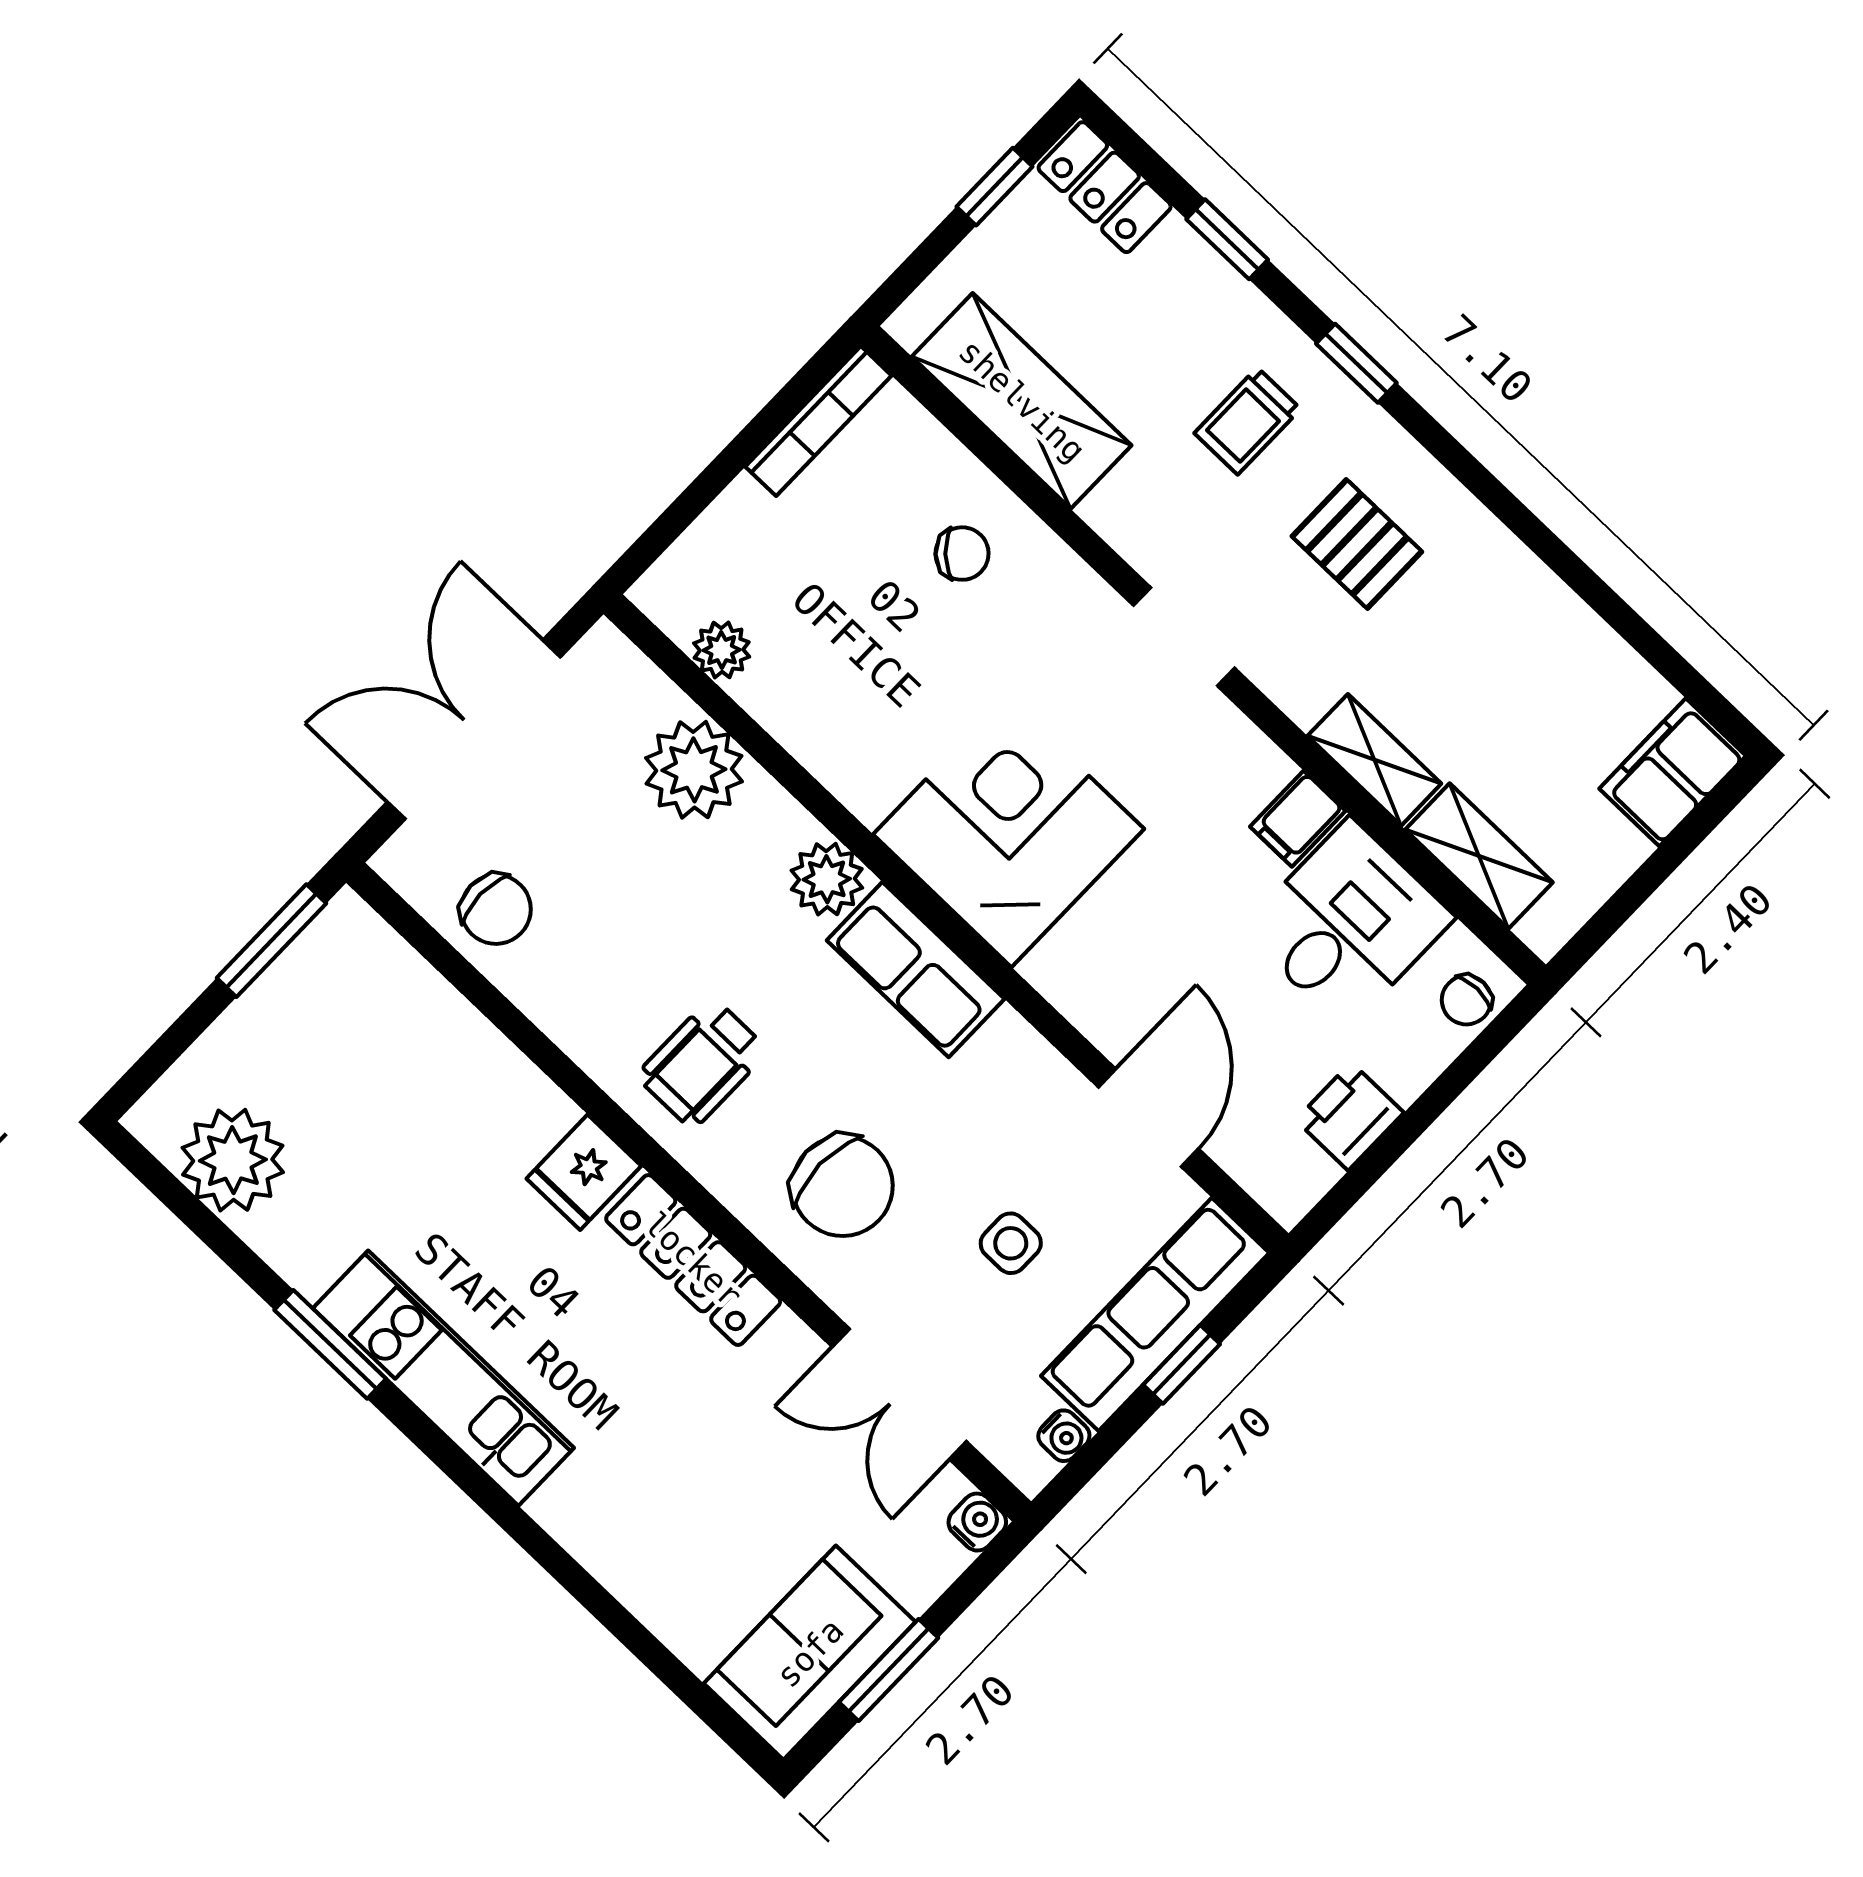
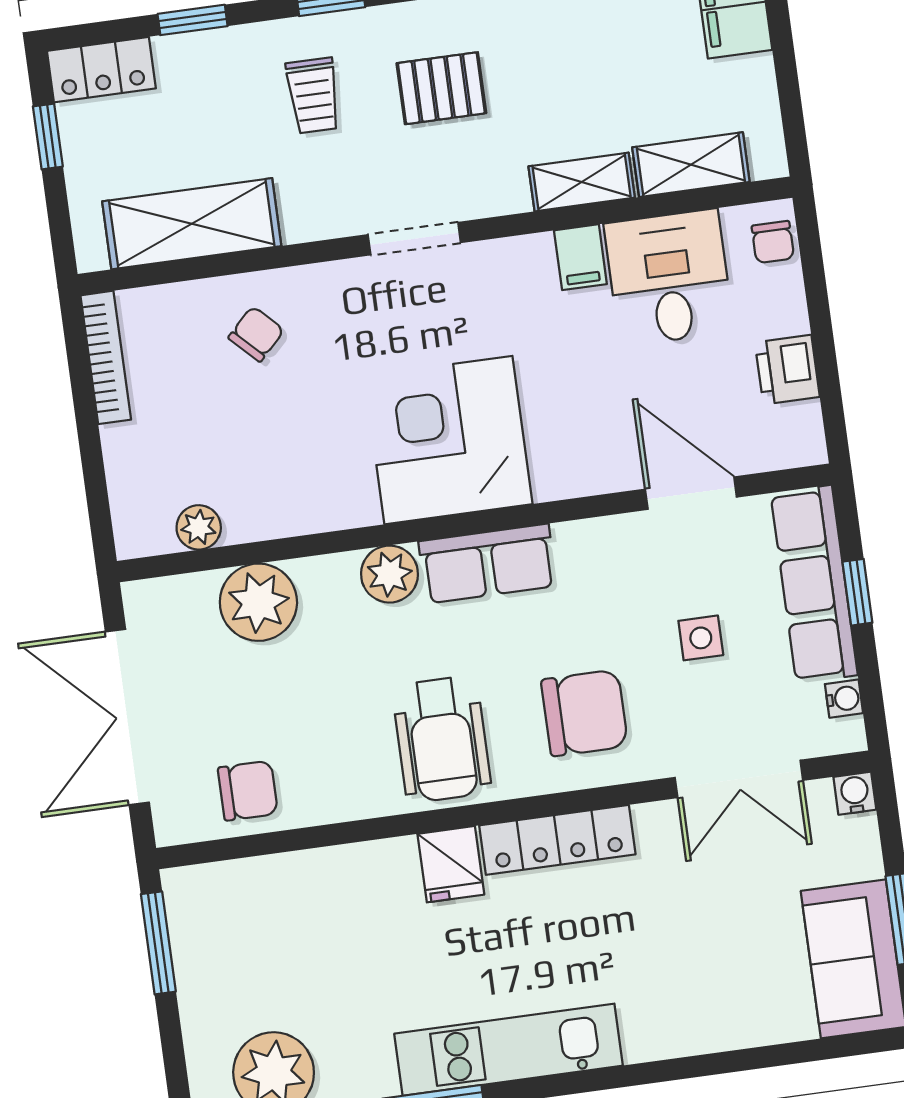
wheelchair: (702, 1063) -> (442, 739), width x1.36, depth x1.37

